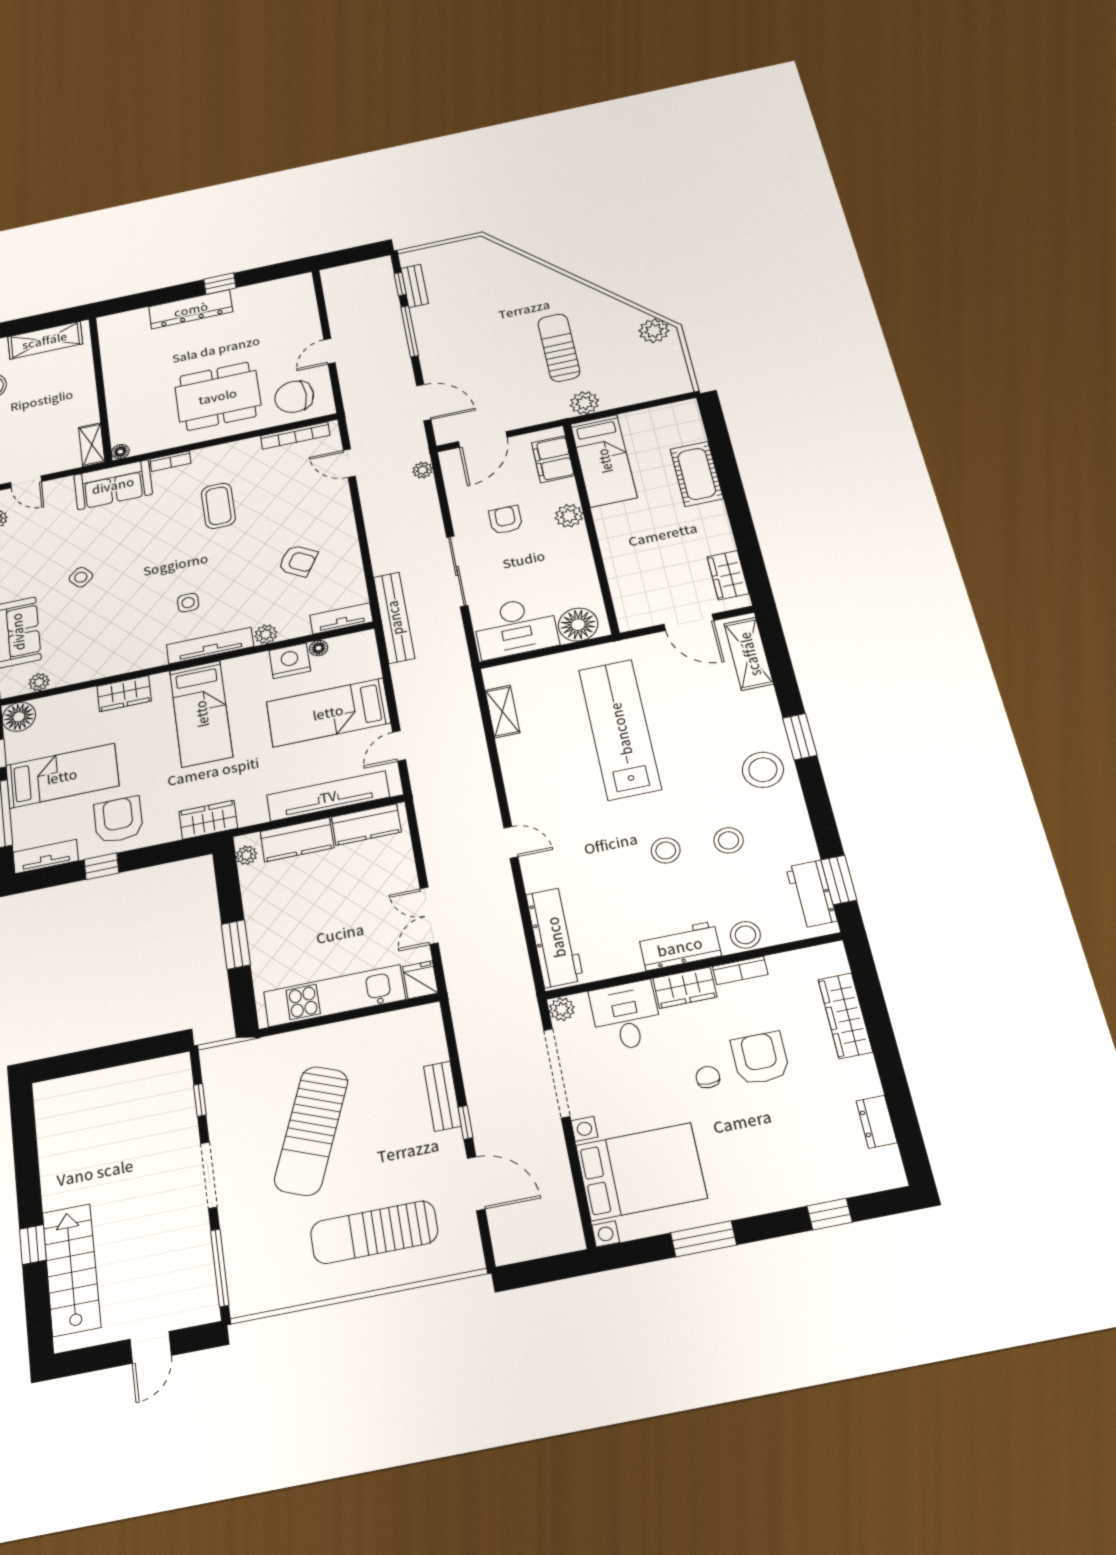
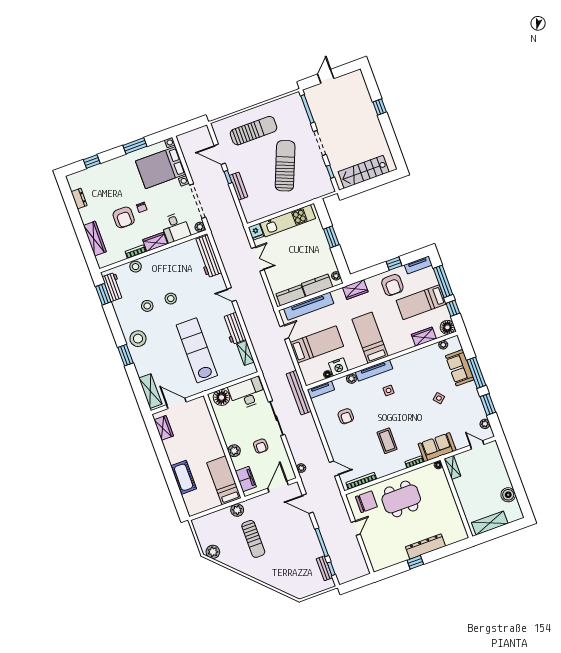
armchair: (298, 561) -> (346, 416), turned -121
wardrobe: (124, 694) -> (424, 337), moved
lab bench: (620, 729) -> (197, 350), turned 180
workbench: (680, 946) -> (234, 328), moved, turned 90
stairs: (71, 1270) -> (364, 172), moved, turned 90

